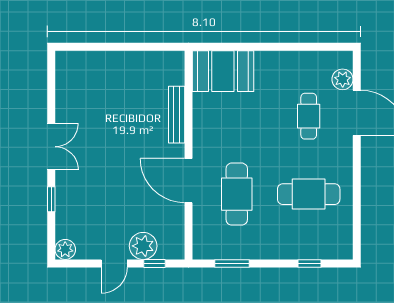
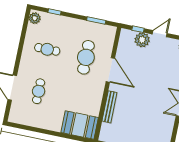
plant: (343, 79) -> (35, 18), moved
cafe table: (309, 194) -> (47, 49), width x0.73, depth x0.74

